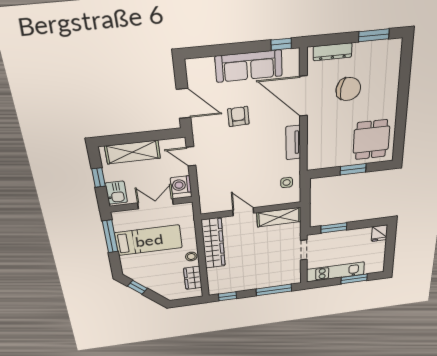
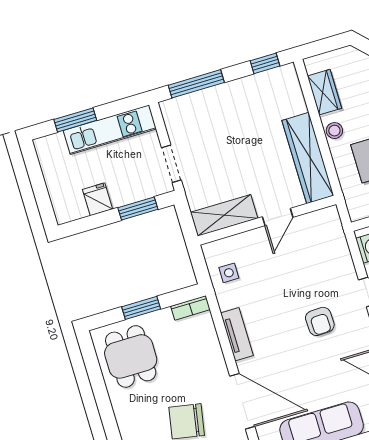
armchair: (238, 116) -> (320, 321), moved
bookcase: (320, 164) -> (190, 308), added
door: (243, 212) -> (278, 217), hinge flipped
fridge: (379, 233) -> (98, 199), moved

